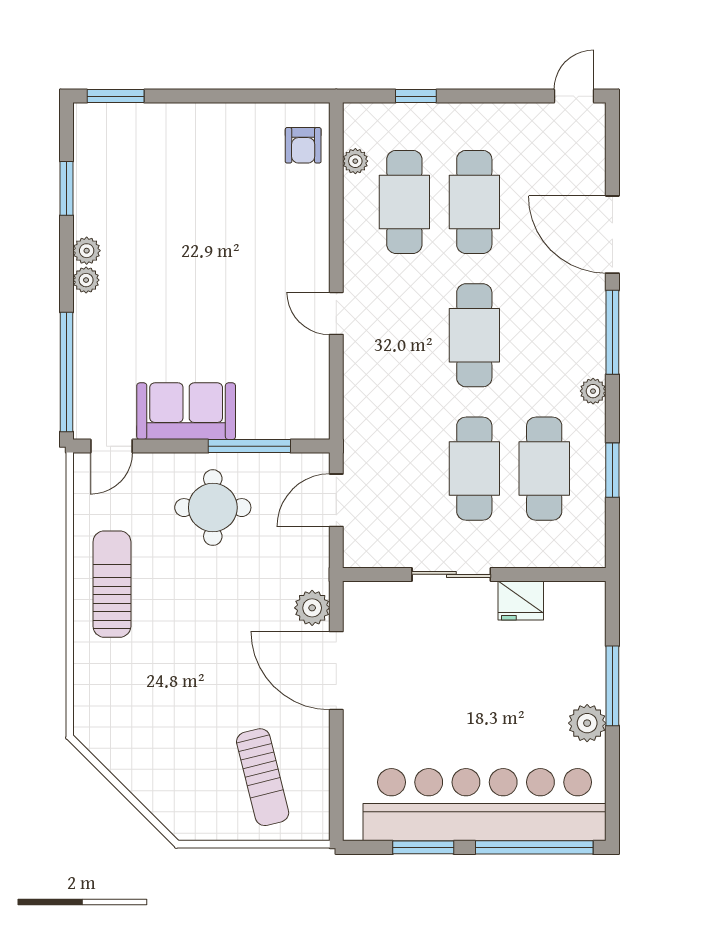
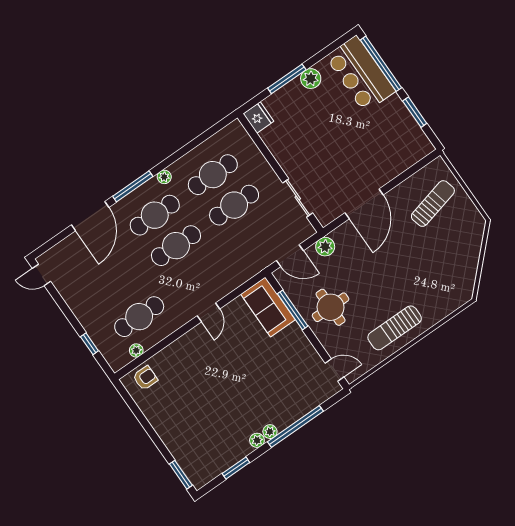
cafe table: (474, 202) -> (155, 215), moved
window: (67, 372) -> (295, 426), moved
sofa: (186, 411) -> (268, 307), moved
window: (612, 470) -> (193, 144), removed
sliding door: (451, 574) -> (298, 198), moved
fridge: (521, 600) -> (258, 118), moved
plant: (312, 608) -> (325, 247), moved
bar counter: (485, 805) -> (360, 74), width x0.54

